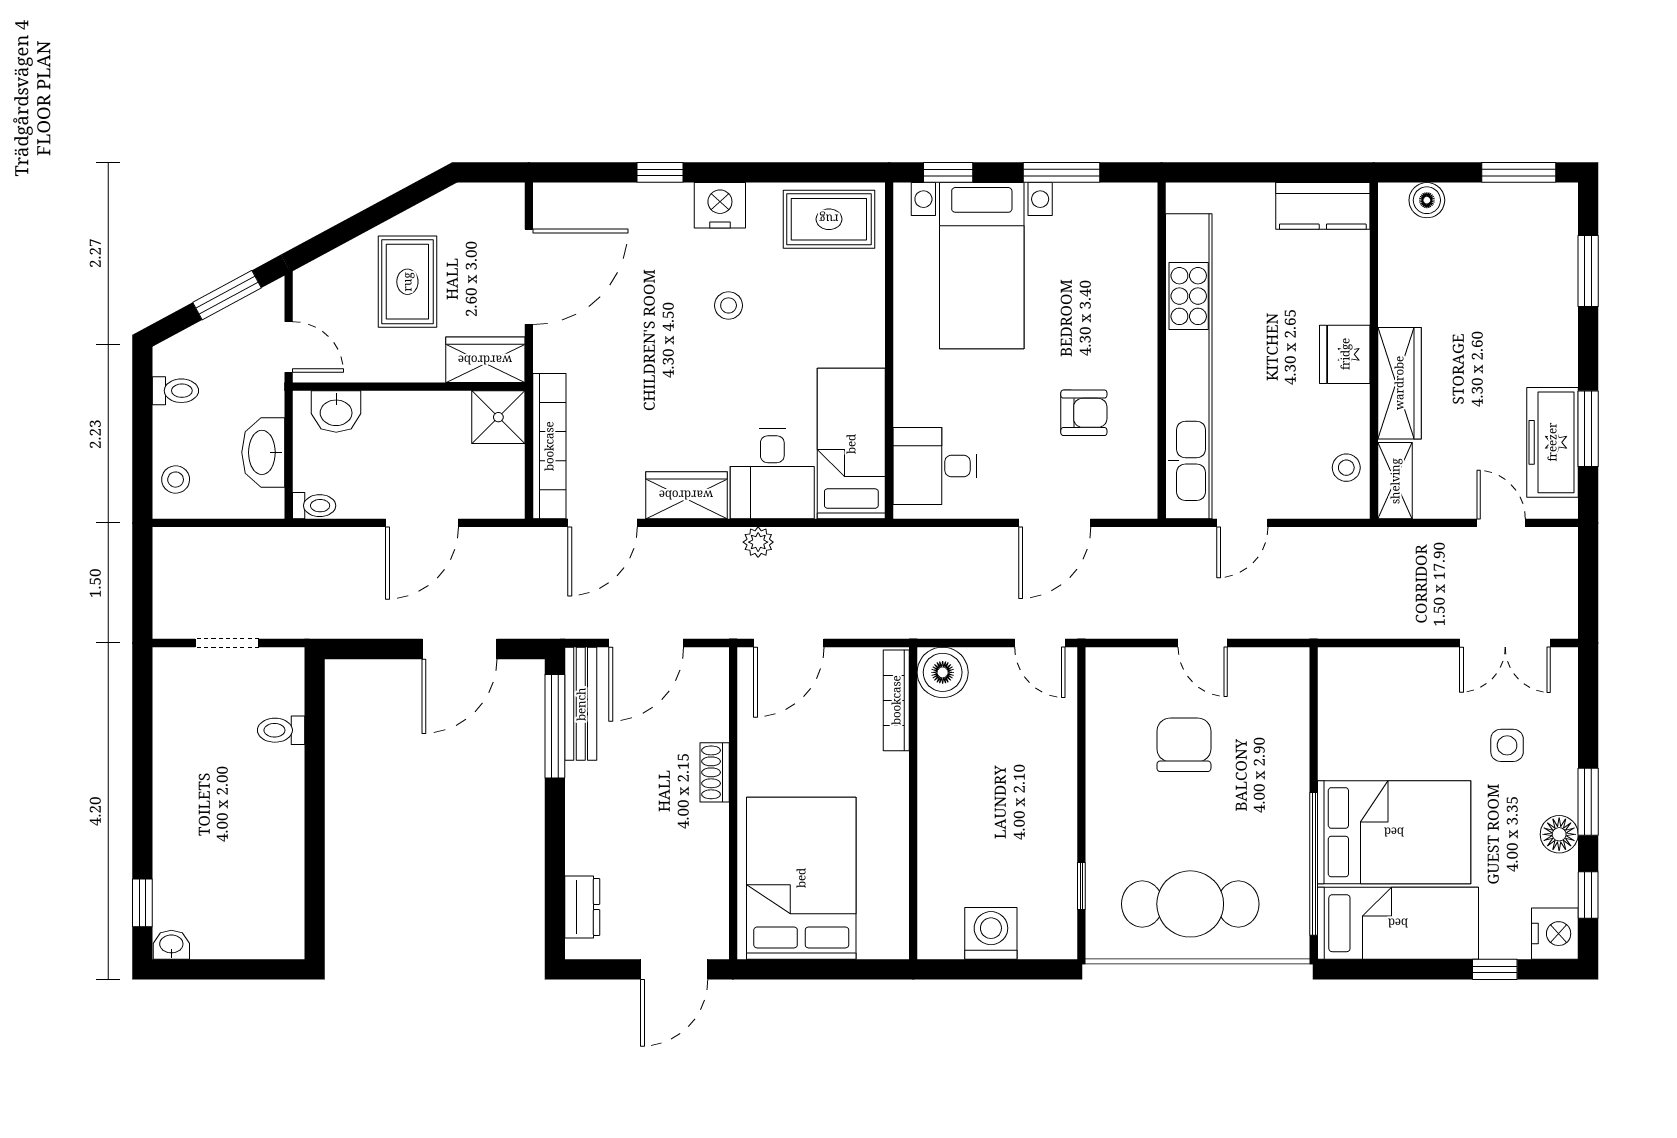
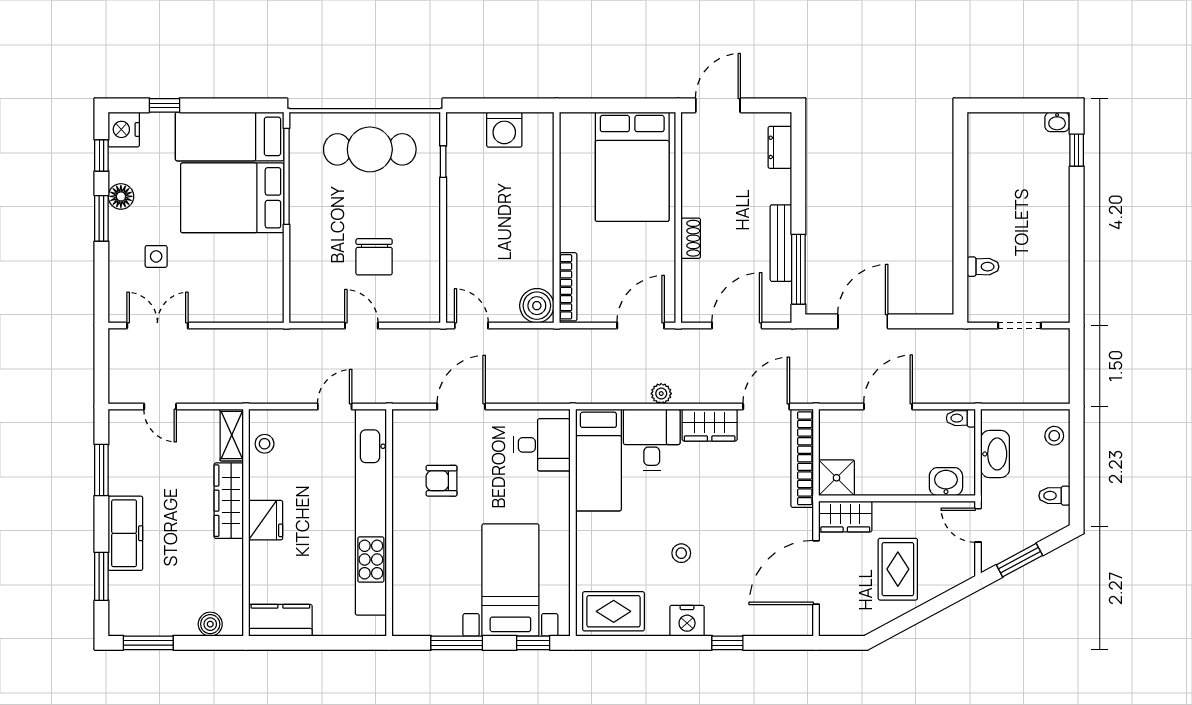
freezer: (1552, 442) -> (125, 533), moved
bench: (581, 704) -> (781, 243), moved

